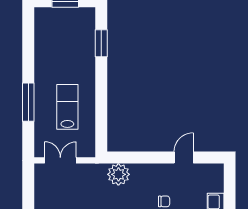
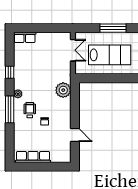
lab bench: (67, 107) -> (110, 55), width x1.36, depth x1.39

